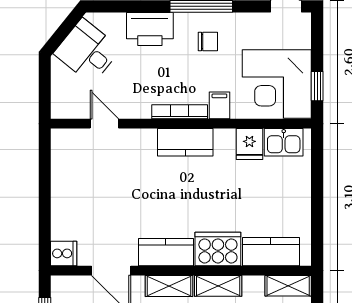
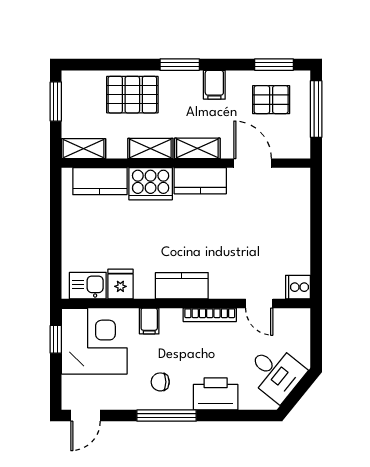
bookcase: (180, 112) -> (210, 315), moved
cooker: (64, 253) -> (298, 287), moved

